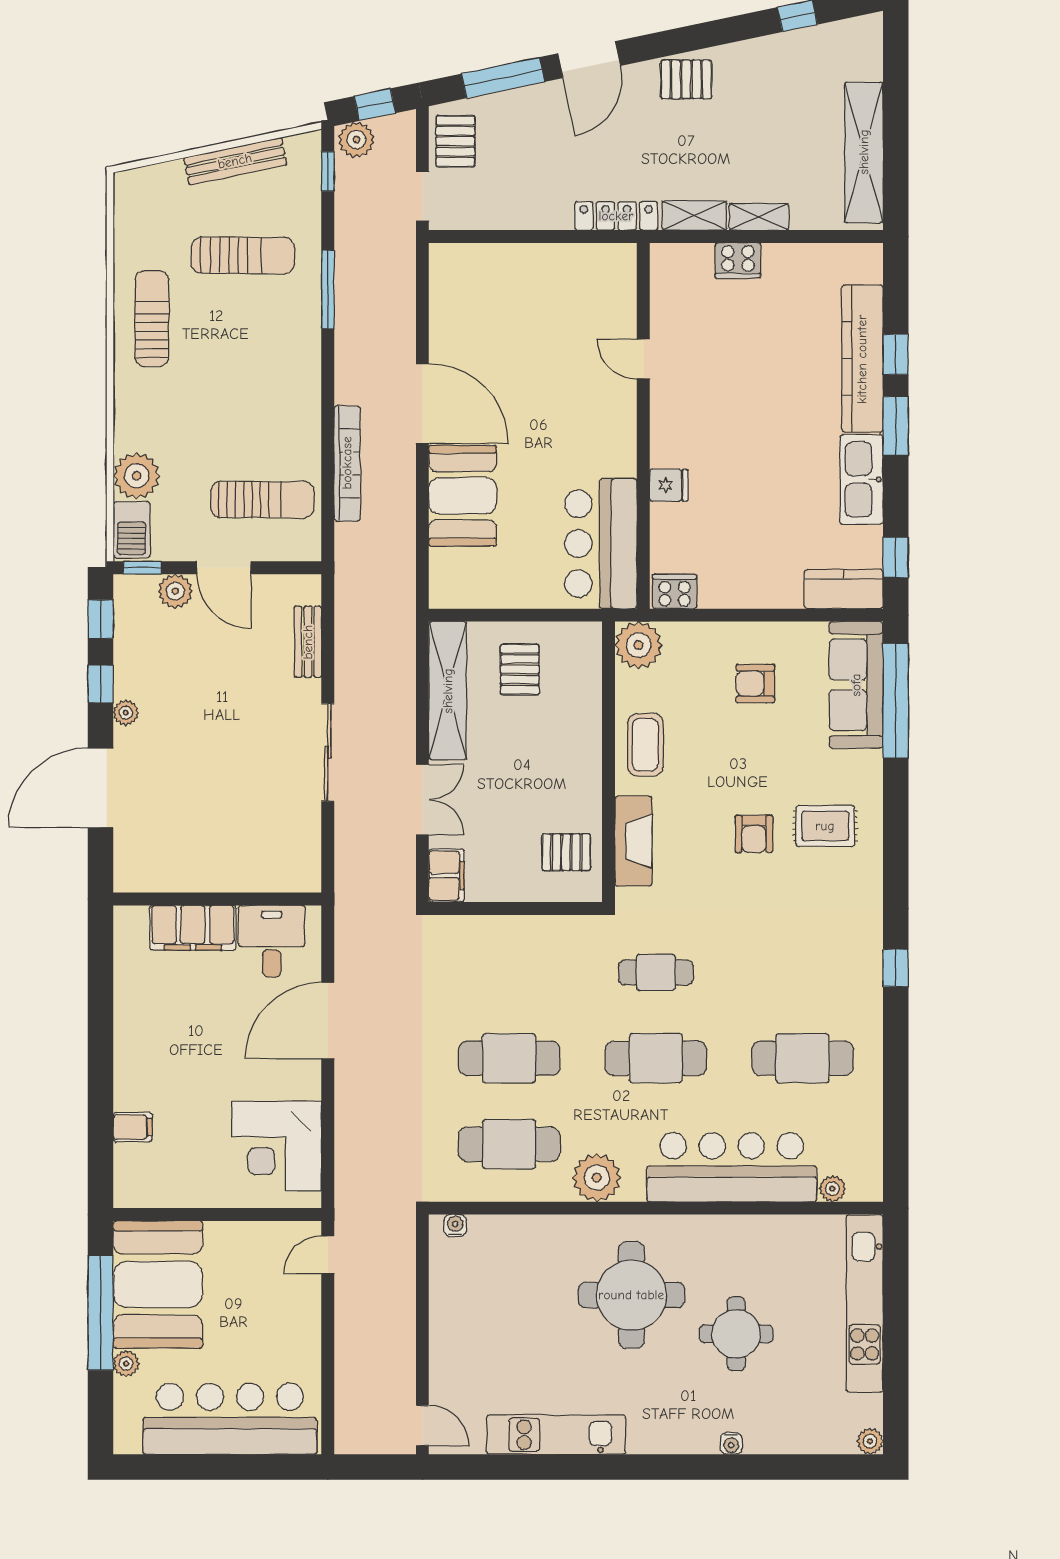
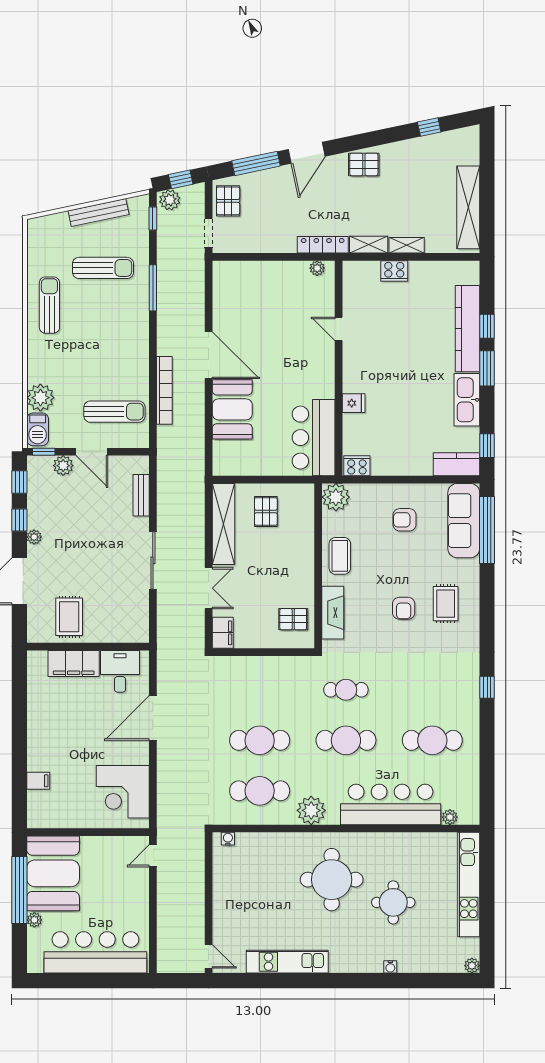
plant: (607, 256) -> (317, 268), added
rug: (825, 826) -> (446, 604), turned 90
rug: (185, 848) -> (69, 617), added

